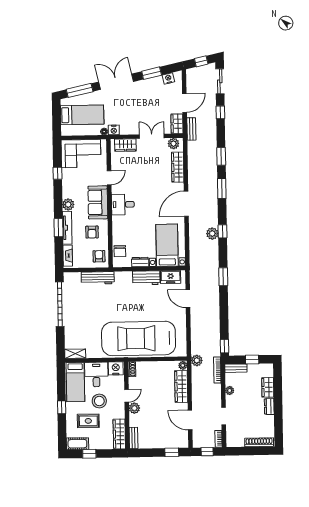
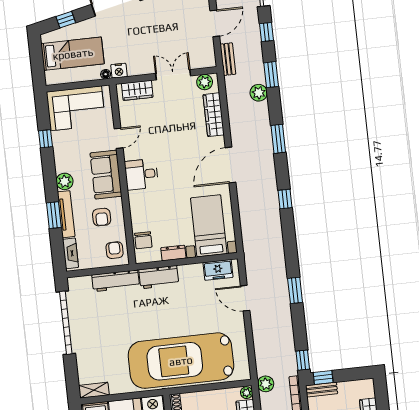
window: (80, 90) -> (66, 20), width x0.46
wardrobe: (177, 124) -> (207, 54), removed
window: (221, 156) -> (271, 75), moved
plant: (212, 234) -> (259, 93), moved
window: (223, 277) -> (295, 290), moved
workbench: (146, 278) -> (159, 277), moved
window: (252, 359) -> (323, 377), moved

